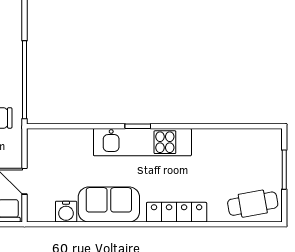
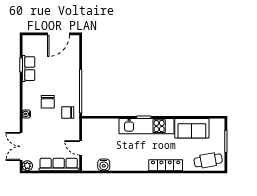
sofa: (109, 204) -> (192, 128), moved, turned 180

